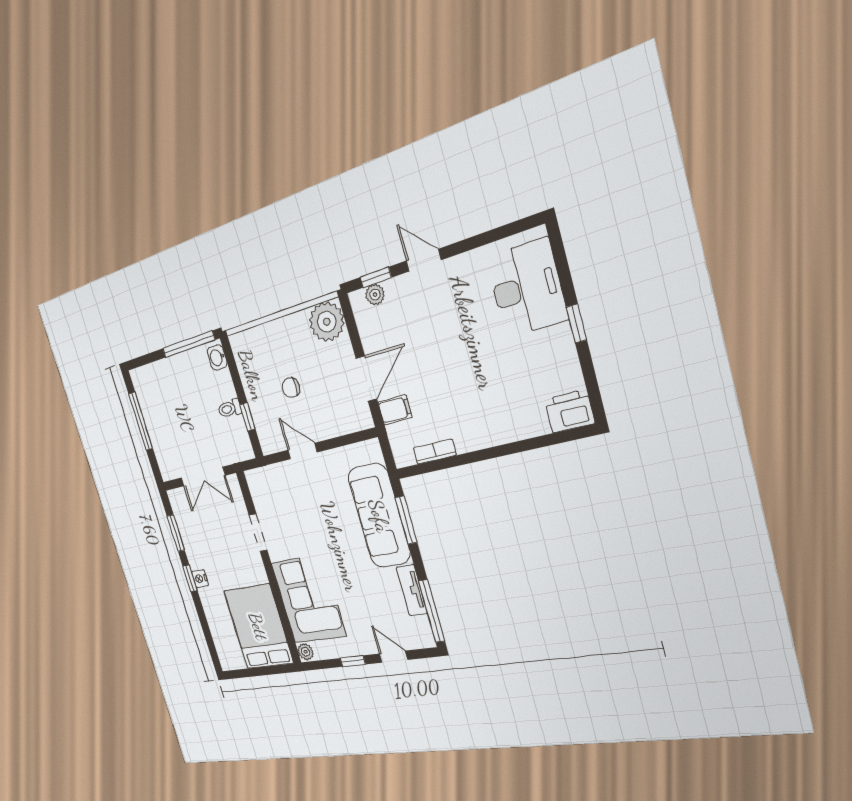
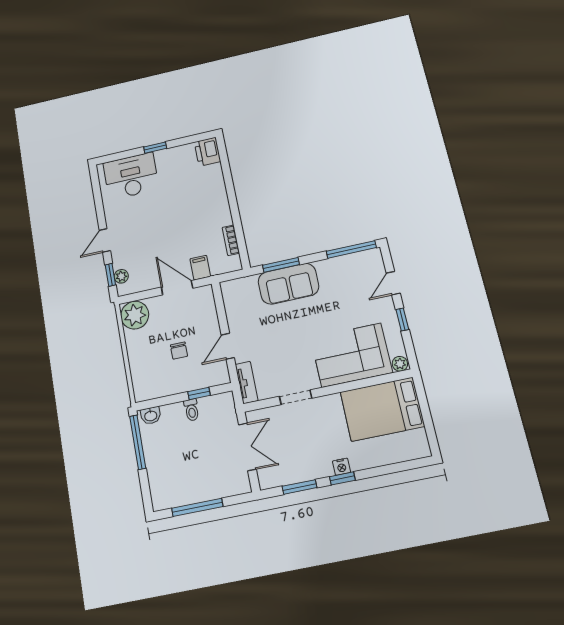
sofa: (379, 516) -> (288, 284), width x0.73
tv unit: (412, 590) -> (247, 383), moved, turned -90

